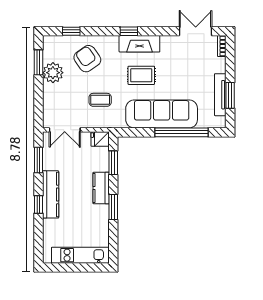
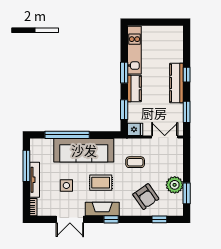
double door: (196, 31) -> (70, 219), moved
side table: (182, 72) -> (66, 185), added
tv unit: (220, 95) -> (35, 180), moved
window: (230, 95) -> (26, 166), width x1.44
kitchen unit: (80, 255) -> (134, 50), moved, turned -90

